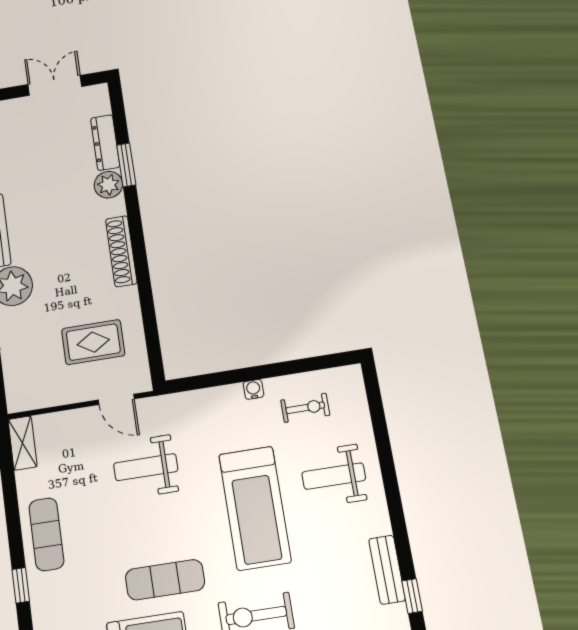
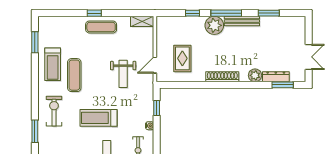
window: (126, 165) -> (283, 85), moved
window: (211, 380) -> (157, 108), added
weight bench: (146, 467) -> (123, 74), turned 180
treadmill: (255, 508) -> (98, 118), width x0.73, depth x0.73
window: (21, 585) -> (94, 13), moved

